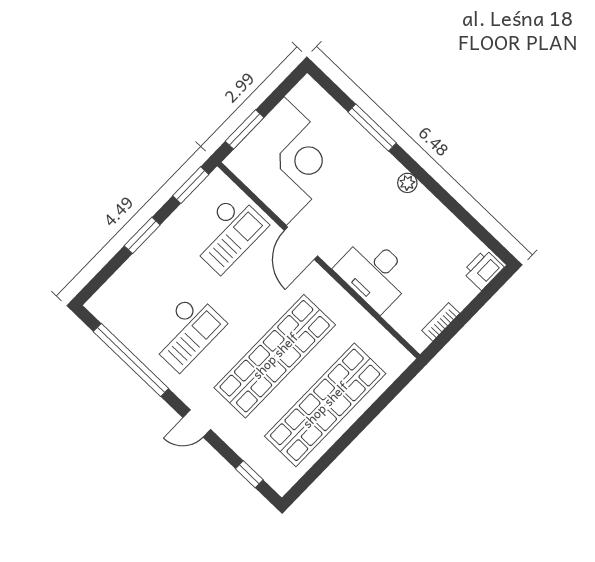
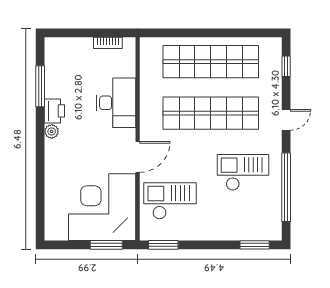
window: (372, 127) -> (40, 86), moved
window: (142, 235) -> (255, 245), moved
printer: (483, 270) -> (54, 111), moved, turned -90
door: (197, 423) -> (286, 120), hinge flipped

